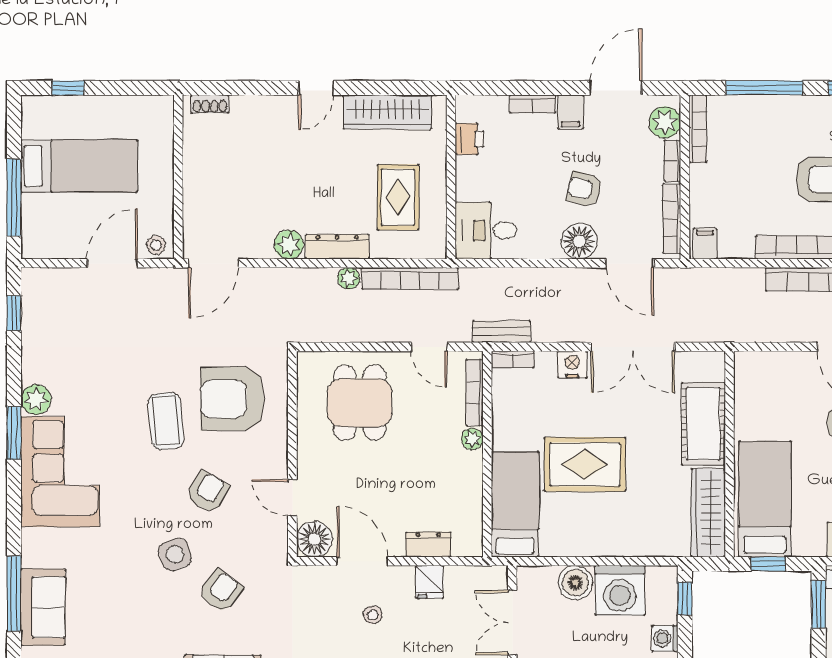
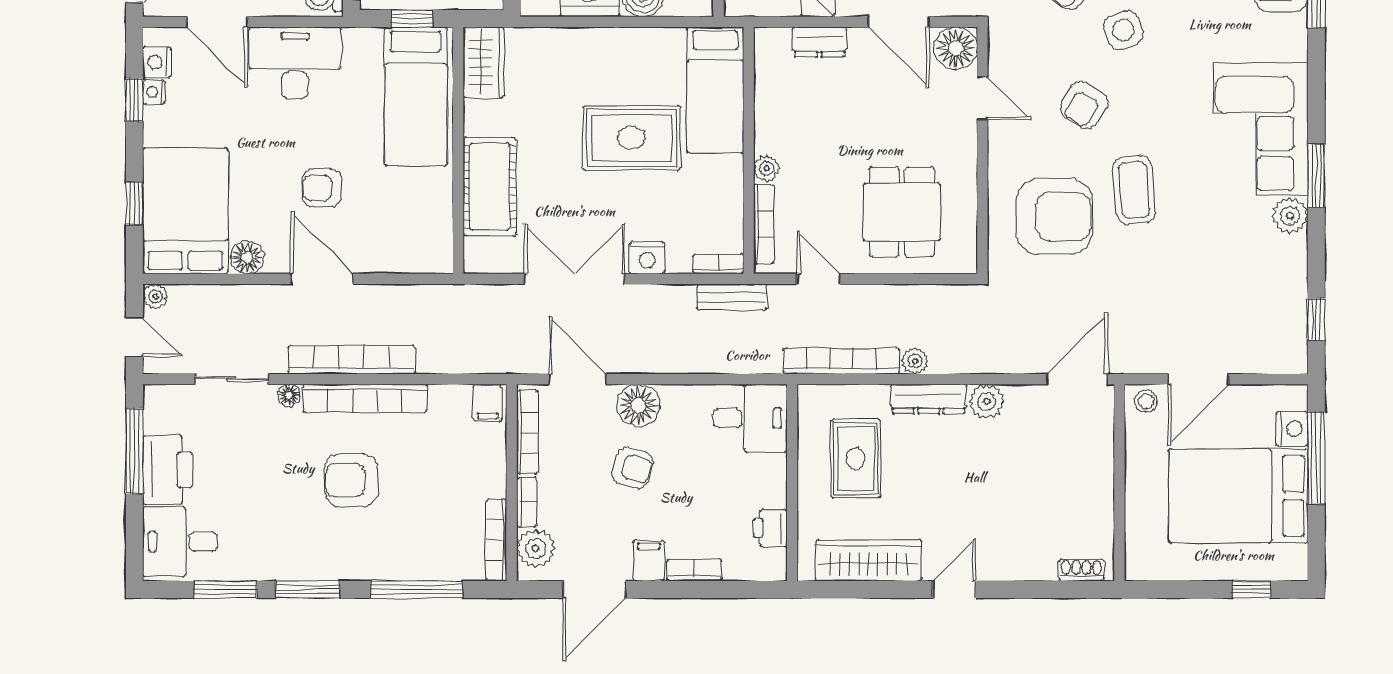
bed: (79, 166) -> (1238, 496), width x1.50
nightstand: (34, 222) -> (1292, 429), added
wardrobe: (708, 513) -> (484, 62), width x0.67

